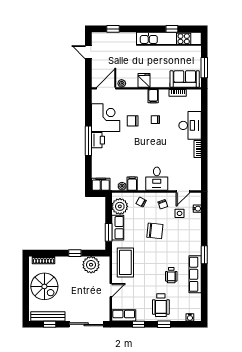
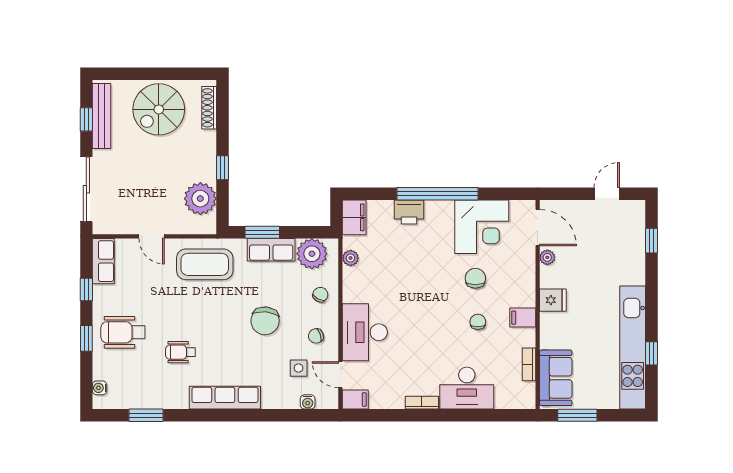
printer: (98, 140) -> (409, 212), moved
window: (88, 141) -> (437, 194), width x1.46
desk: (157, 179) -> (365, 332), width x1.37
filing cabinet: (132, 184) -> (355, 400), moved
window: (204, 255) -> (146, 415), moved
row of seats: (195, 274) -> (225, 398), moved

